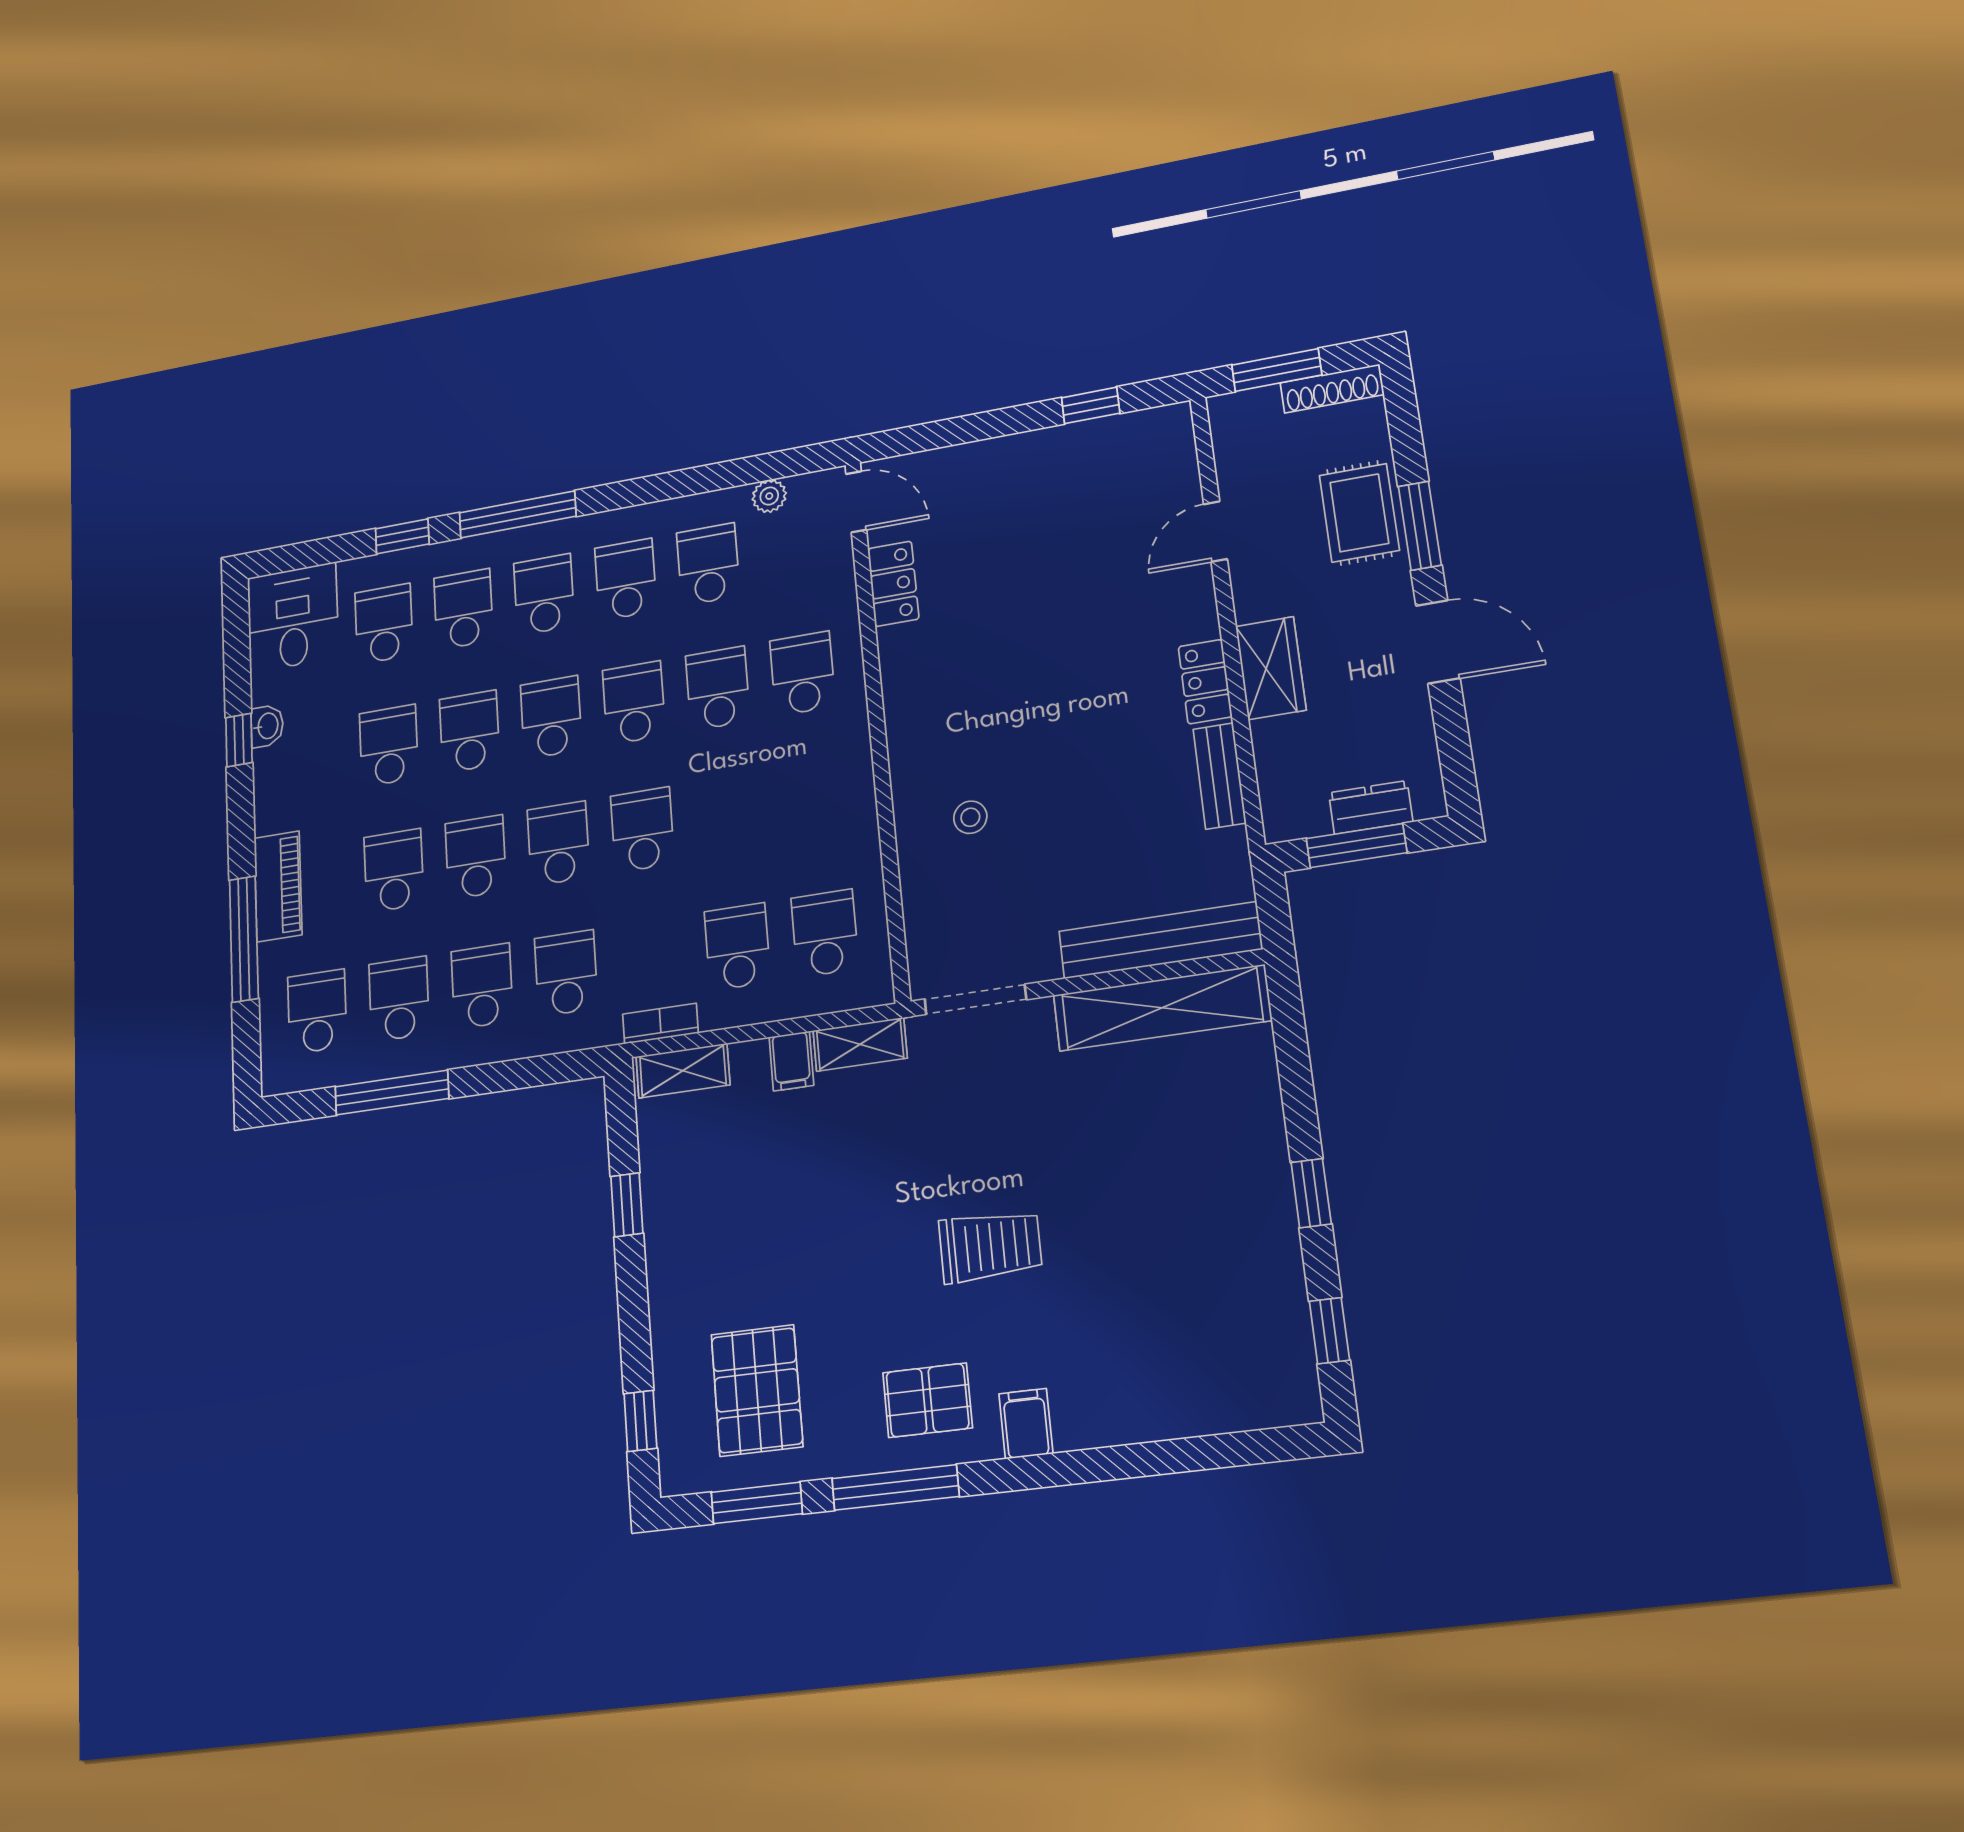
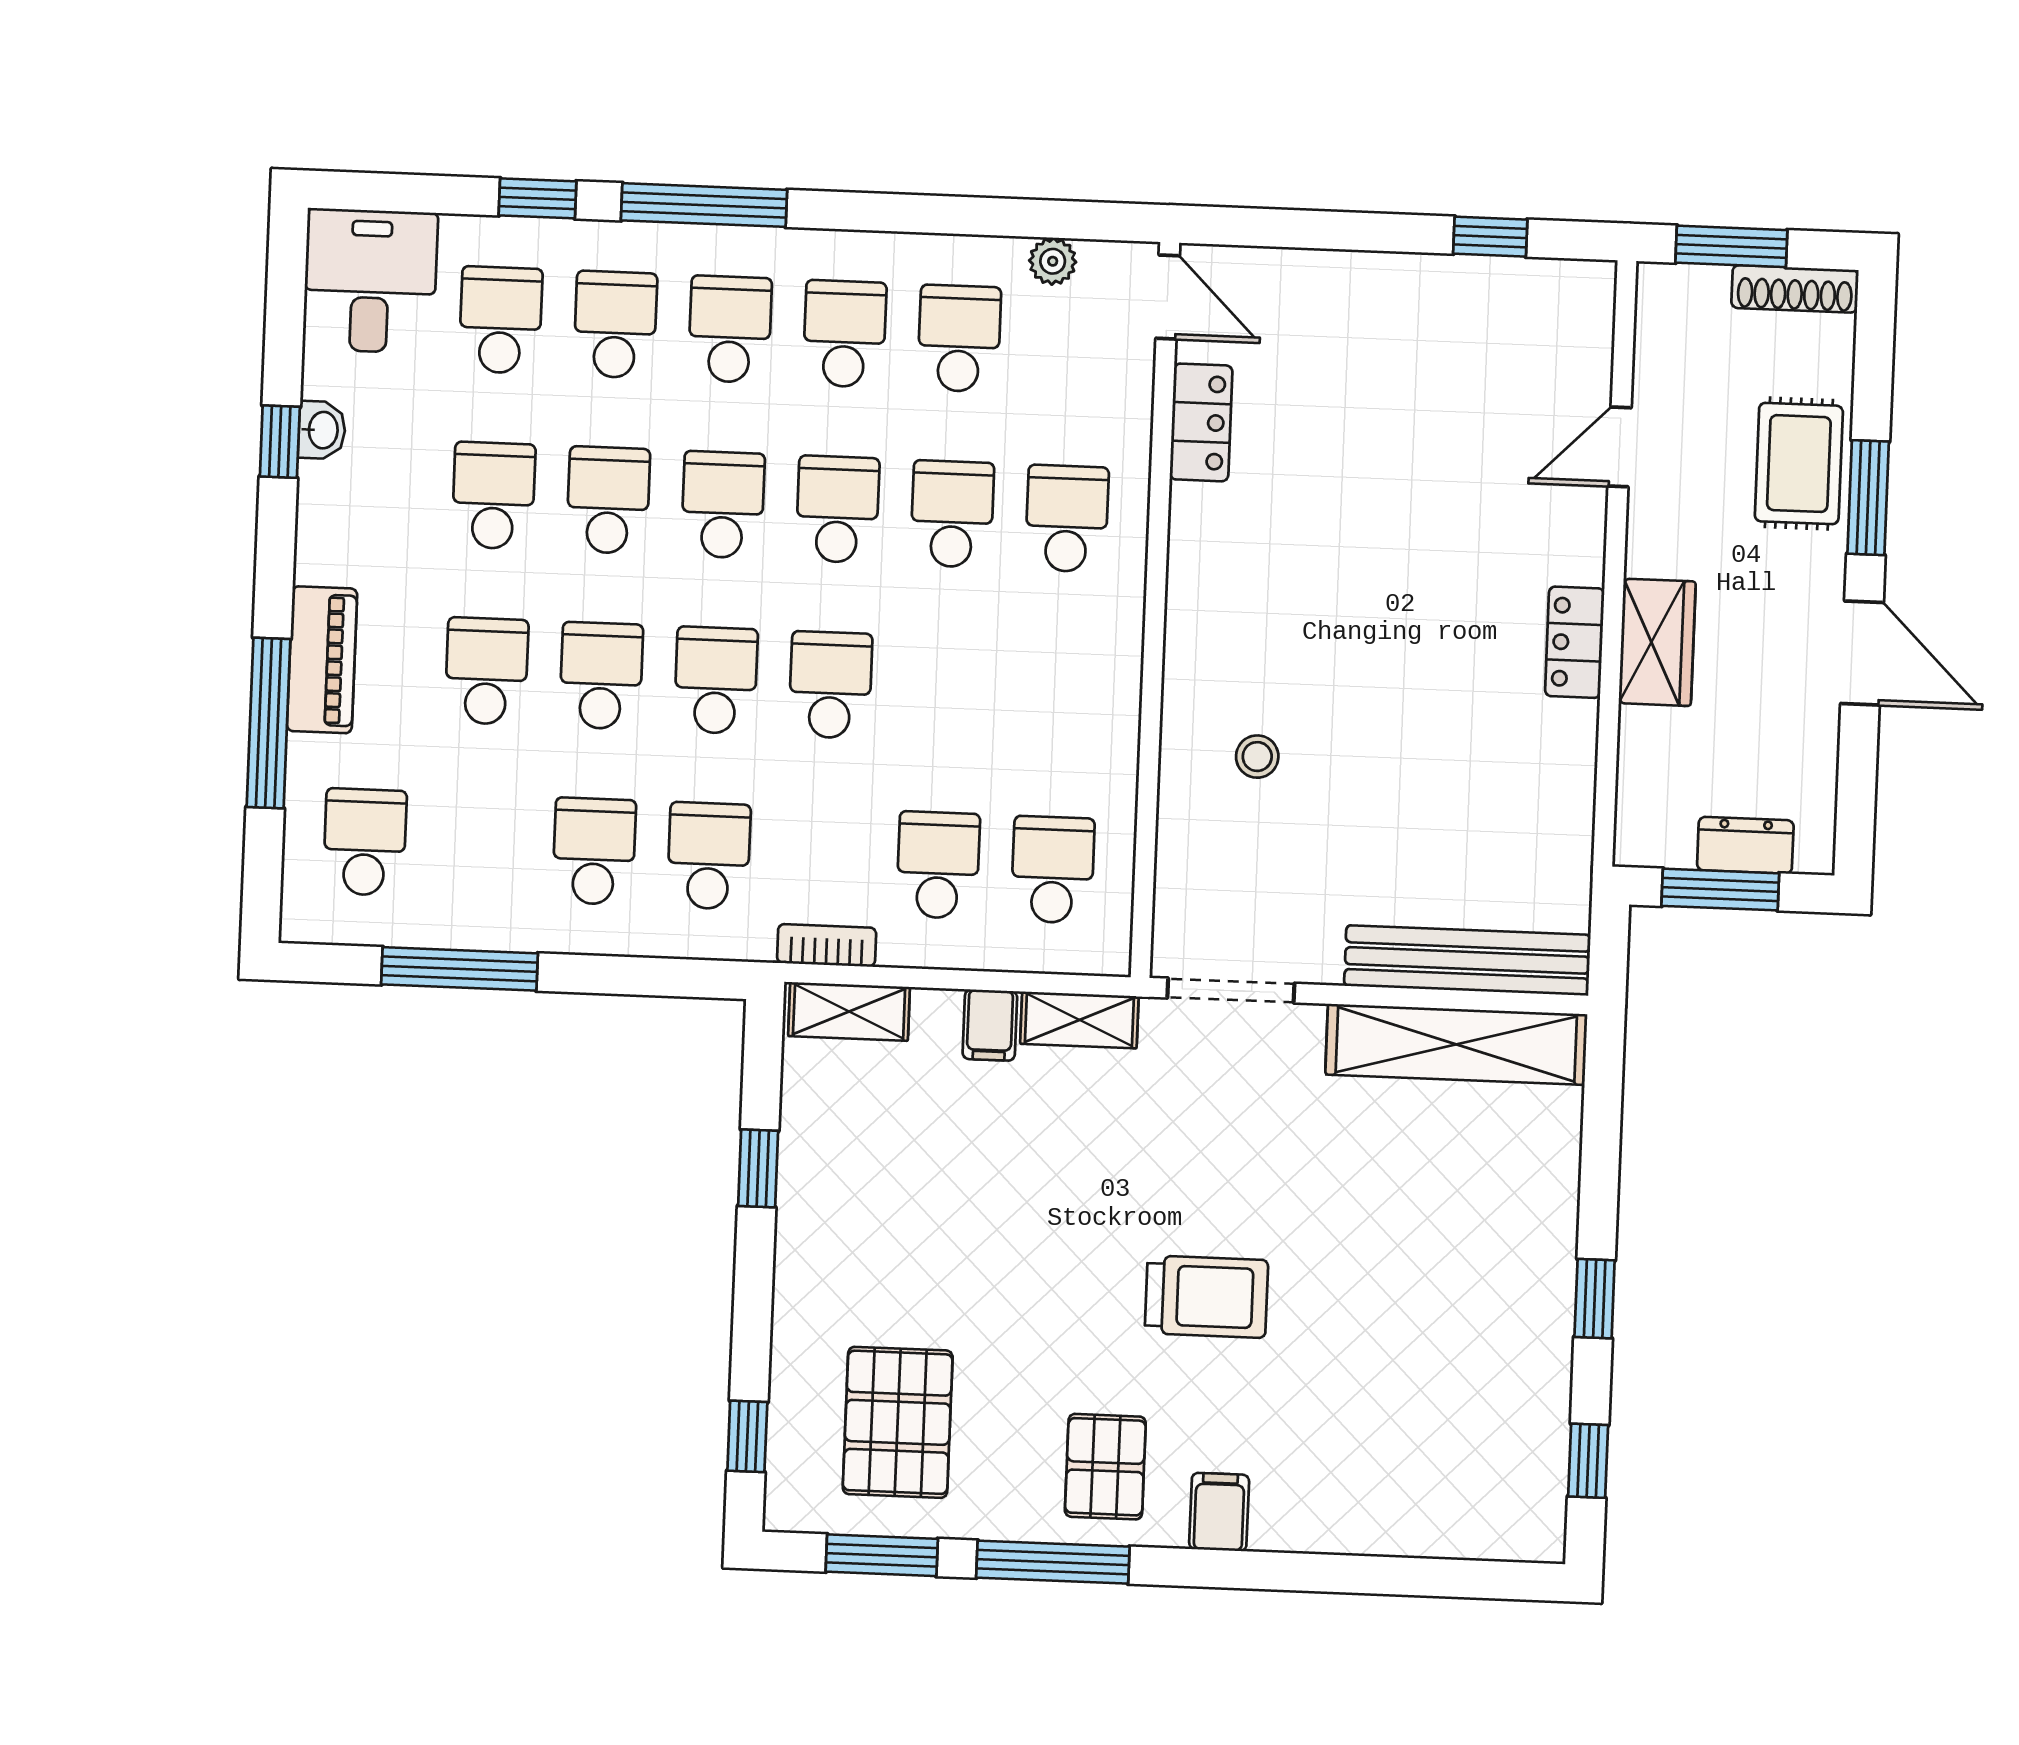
bench: (1219, 776) -> (1572, 768), removed
school desk: (399, 999) -> (479, 847), removed
pallet: (927, 1400) -> (1105, 1467), turned 90

